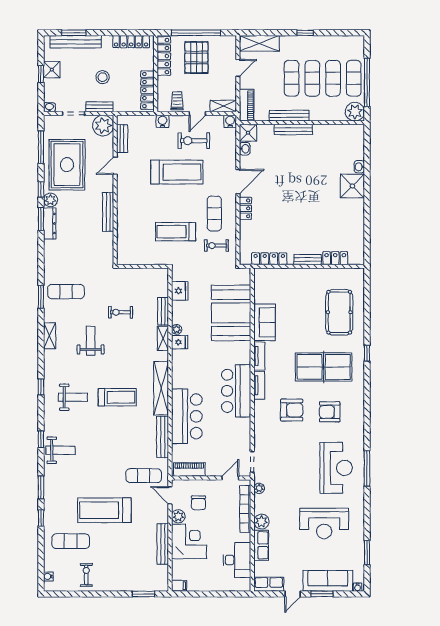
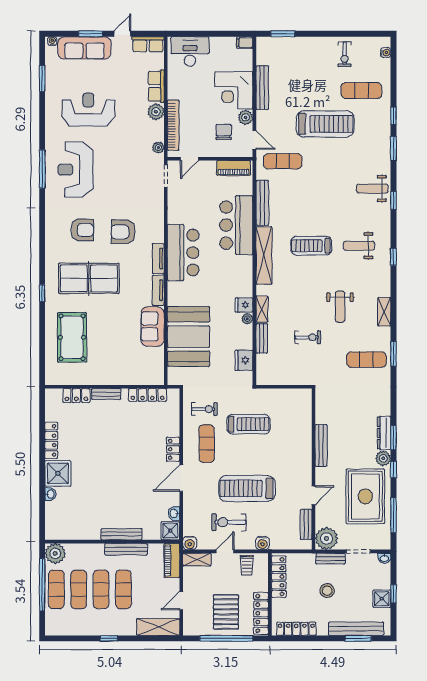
exercise bike: (194, 141) -> (229, 522), turned 180
locker: (359, 217) -> (51, 440), added
desk: (237, 560) -> (190, 51), moved, turned 90

